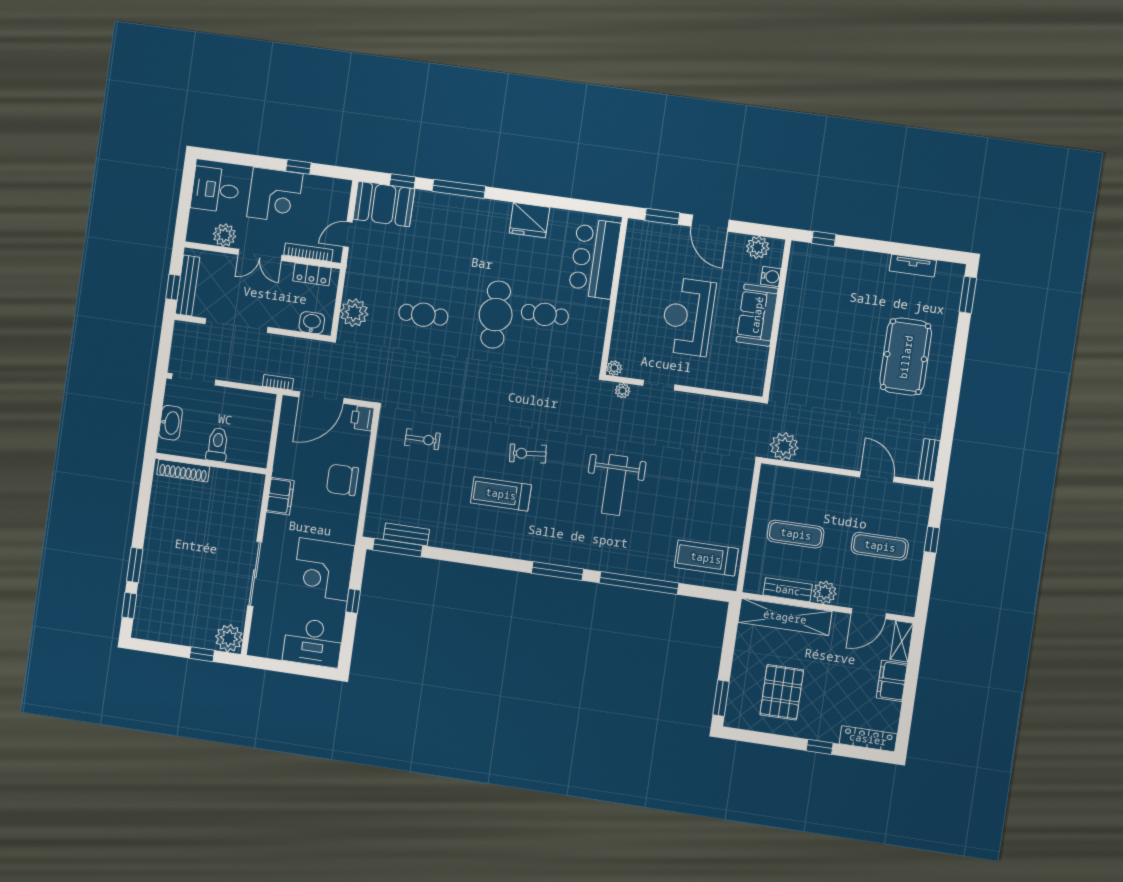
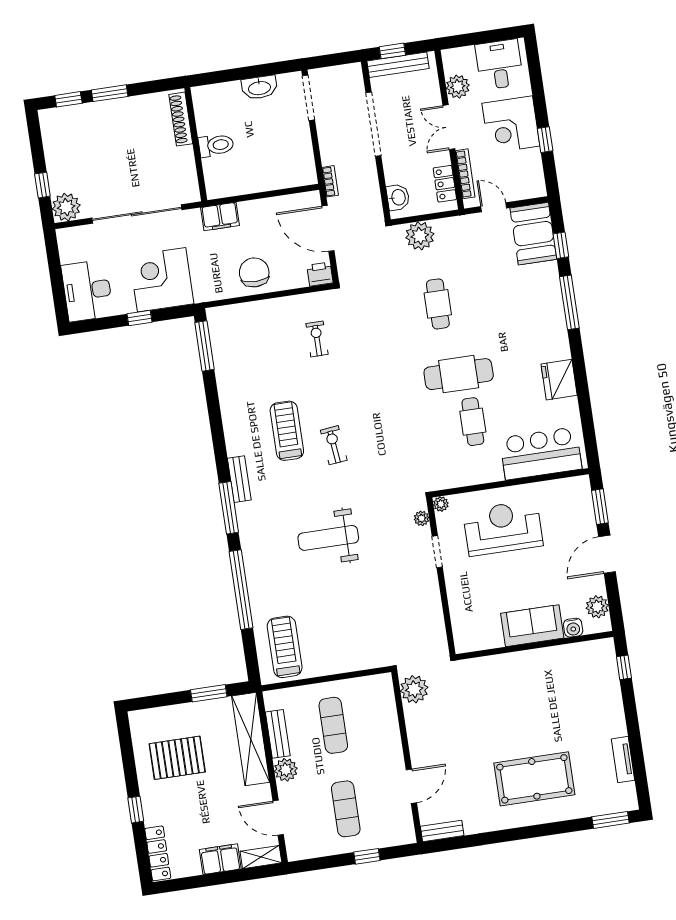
reception desk: (688, 317) -> (503, 528), moved
exercise bike: (423, 439) -> (317, 339), turned 180
toilet: (217, 445) -> (216, 145), moved
wall: (211, 464) -> (196, 144), moved
shoe rack: (183, 471) -> (181, 119), moved
bench: (406, 534) -> (239, 479), moved
sliding door: (255, 574) -> (137, 214), width x1.36
window: (721, 698) -> (209, 693), moved

